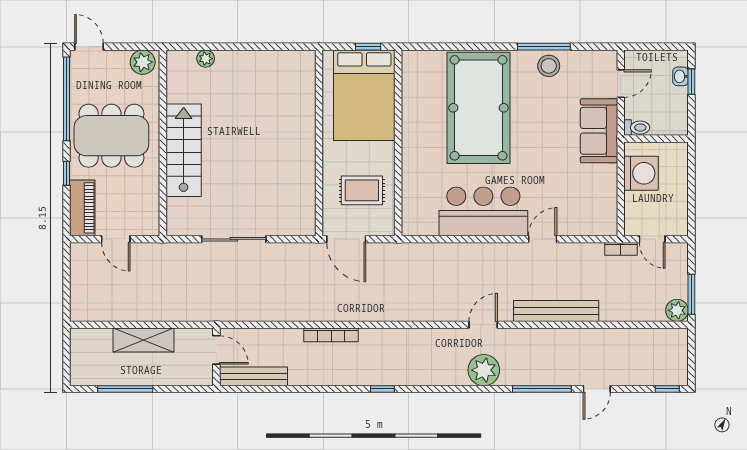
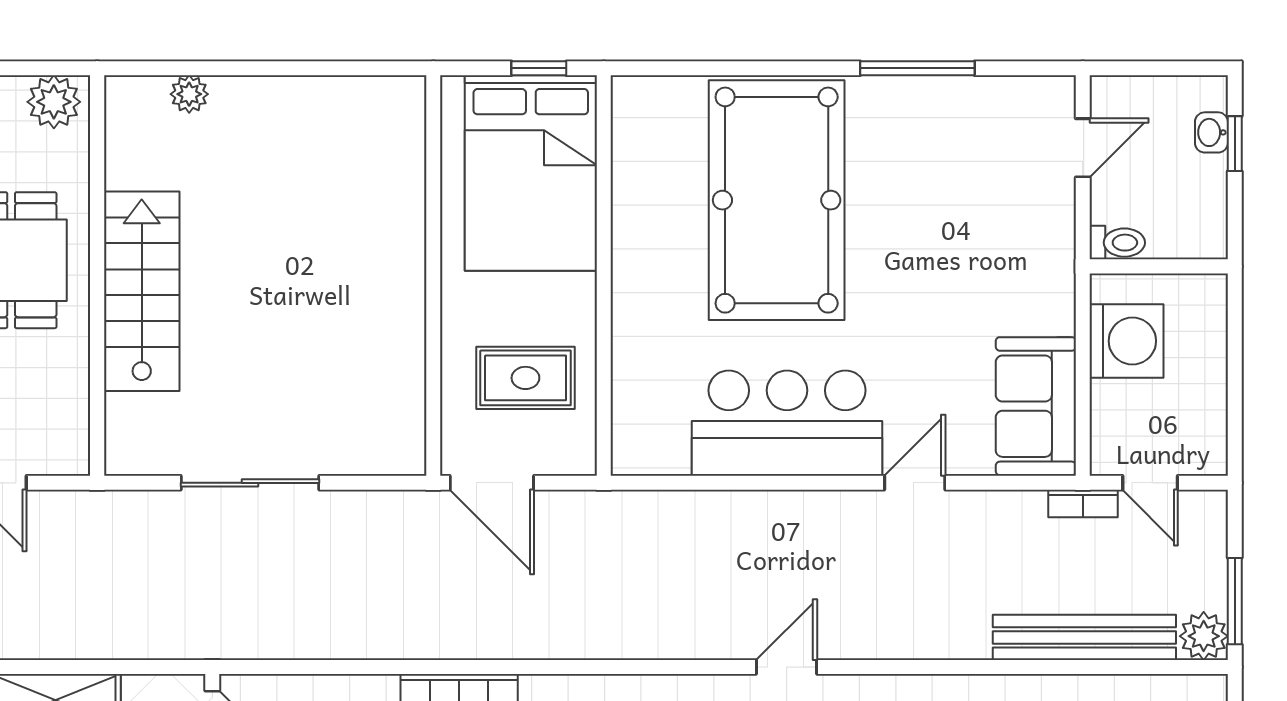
stool: (549, 66) -> (928, 110), removed
sofa: (599, 131) -> (1036, 406), moved
bench: (556, 311) -> (1084, 637), moved

